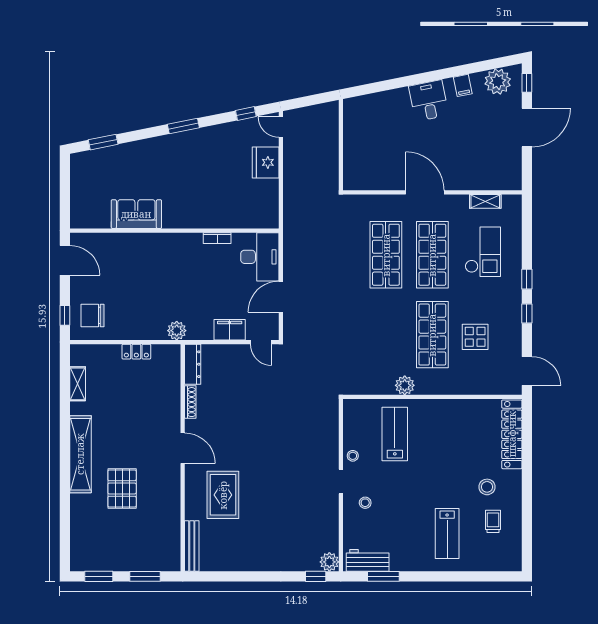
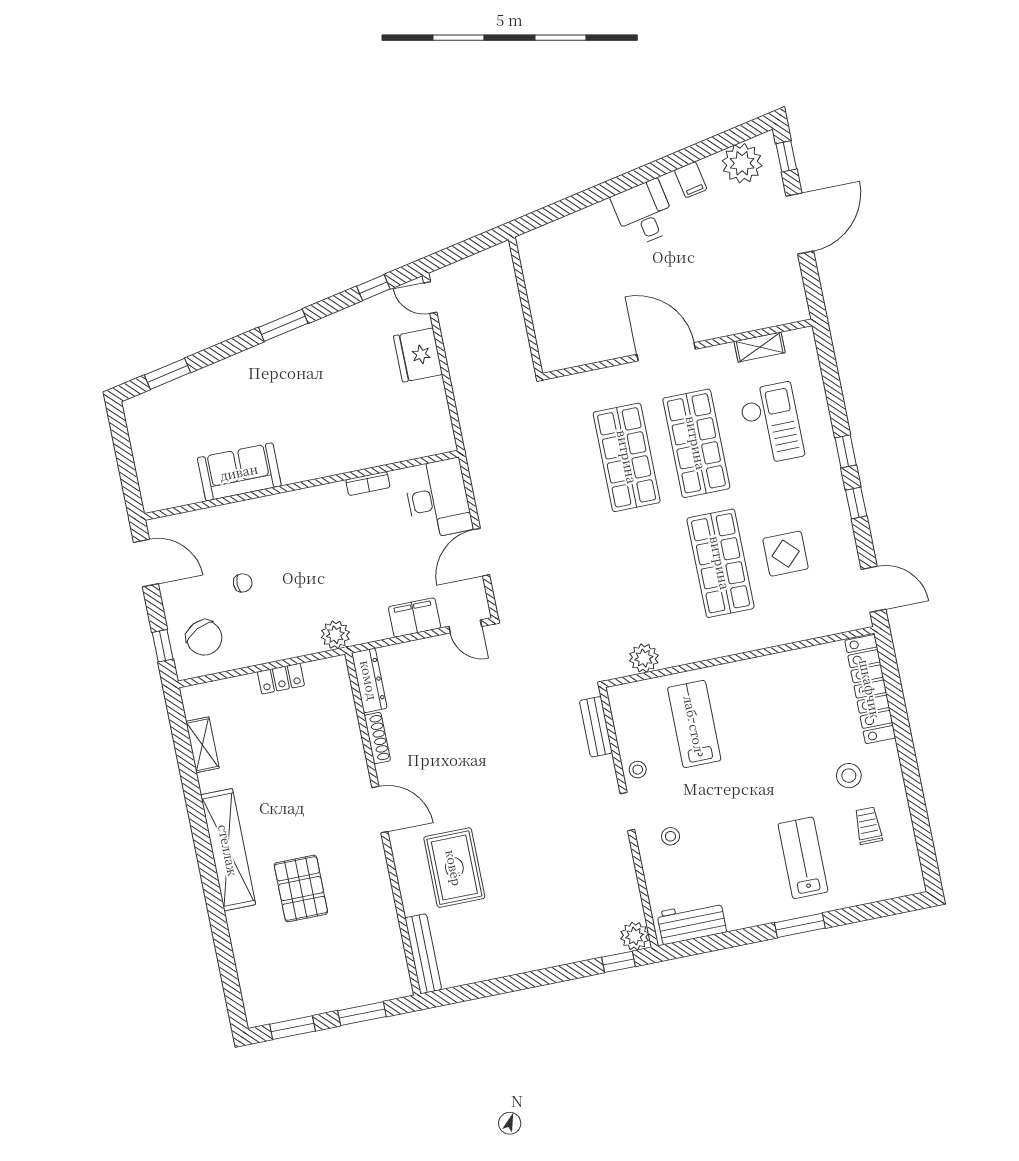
chair: (124, 286) -> (243, 583), added
chair: (93, 316) -> (204, 638), turned -117
plant: (405, 385) -> (644, 658), moved
bench: (332, 423) -> (596, 727), added
lab bench: (447, 534) -> (803, 858), turned 180
window: (383, 576) -> (800, 925), moved

